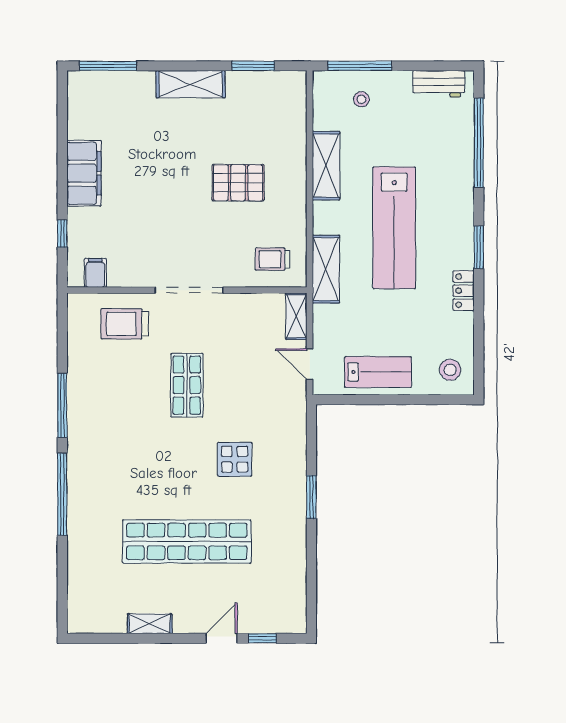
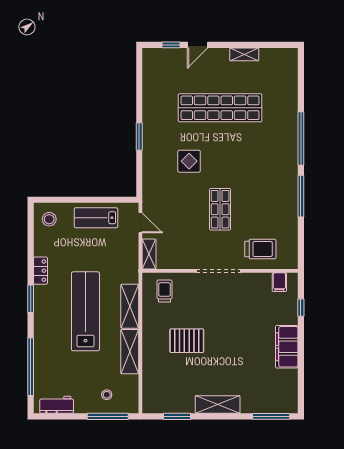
trolley: (272, 259) -> (164, 291), turned -90
shelving: (326, 269) -> (130, 306), moved

